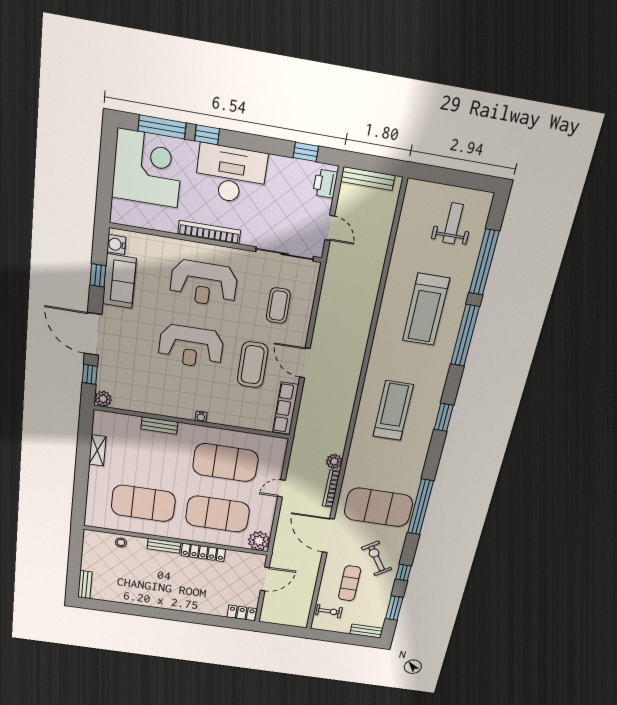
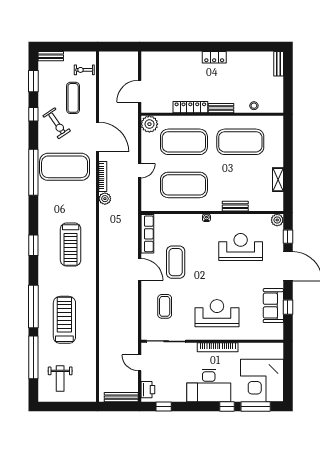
water cooler: (116, 244) -> (277, 329), removed
reception desk: (191, 346) -> (241, 247), moved
locker: (242, 613) -> (214, 57), moved

